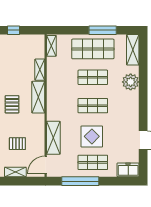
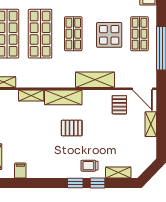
shop shelf: (93, 77) -> (40, 34), width x1.43, depth x1.36
shelving: (53, 138) -> (95, 80), moved
pallet: (17, 144) -> (119, 105), moved

